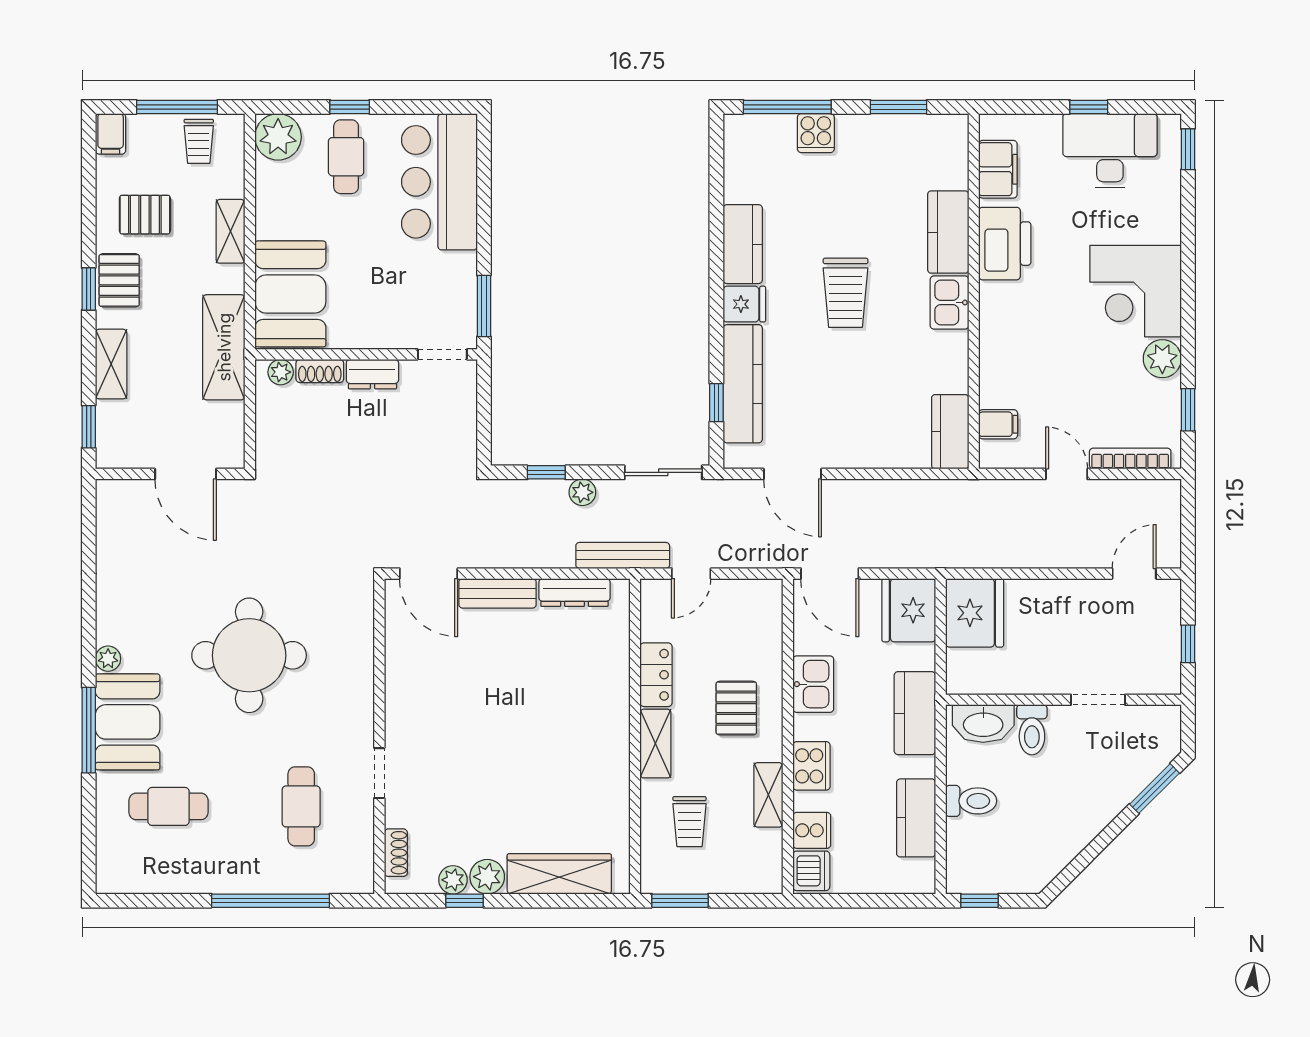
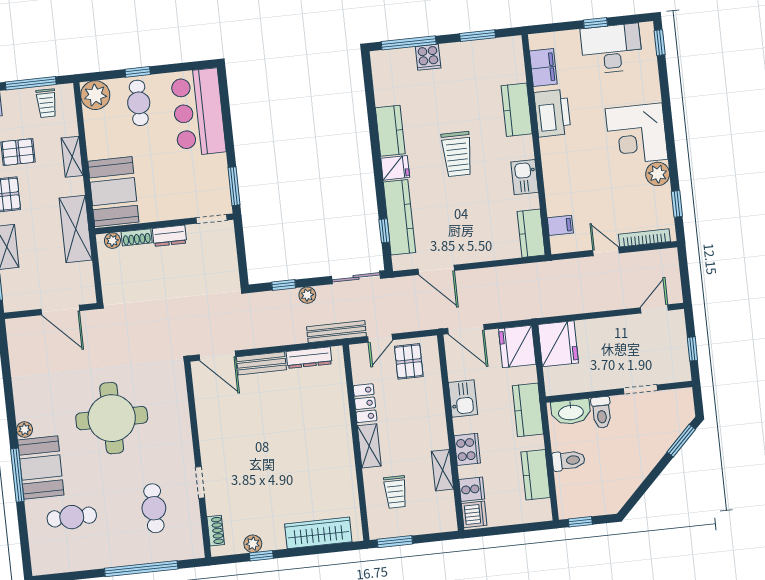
kitchen sink: (949, 303) -> (525, 177), moved
pallet: (736, 708) -> (409, 361), moved
plant: (487, 877) -> (274, 539), removed

